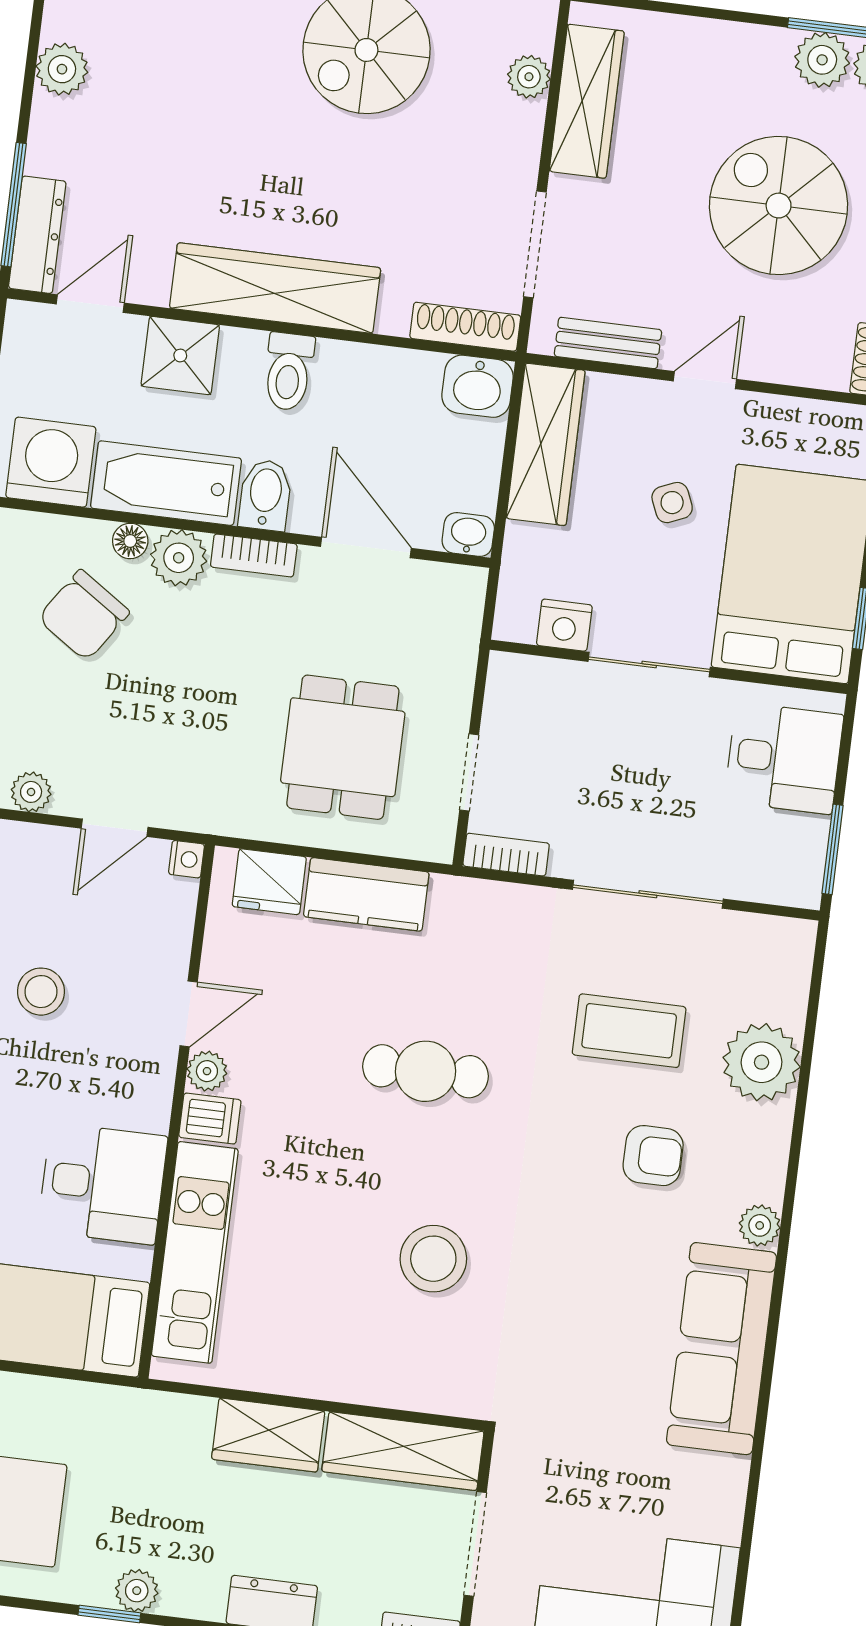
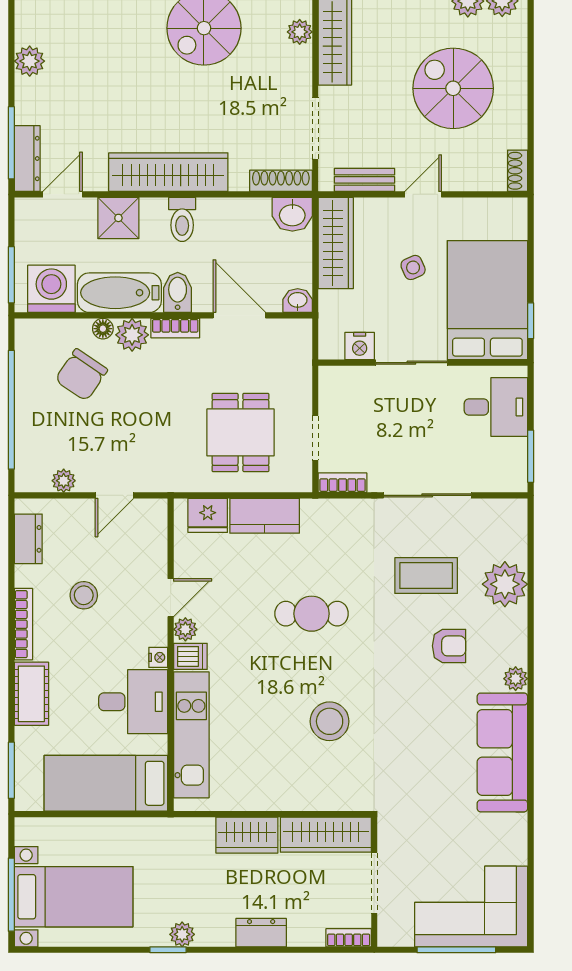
nightstand: (186, 859) -> (158, 657), moved

